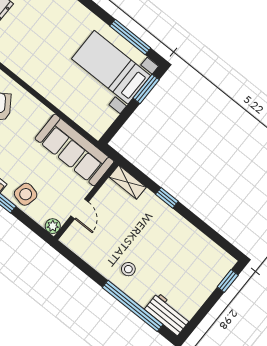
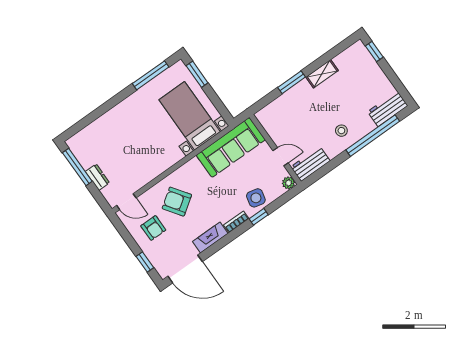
bed with nightstands: (111, 67) -> (190, 116), moved, turned 90
shelving: (128, 182) -> (322, 74), moved
window: (167, 198) -> (292, 82), width x1.50
workbench: (81, 245) -> (310, 164), added

